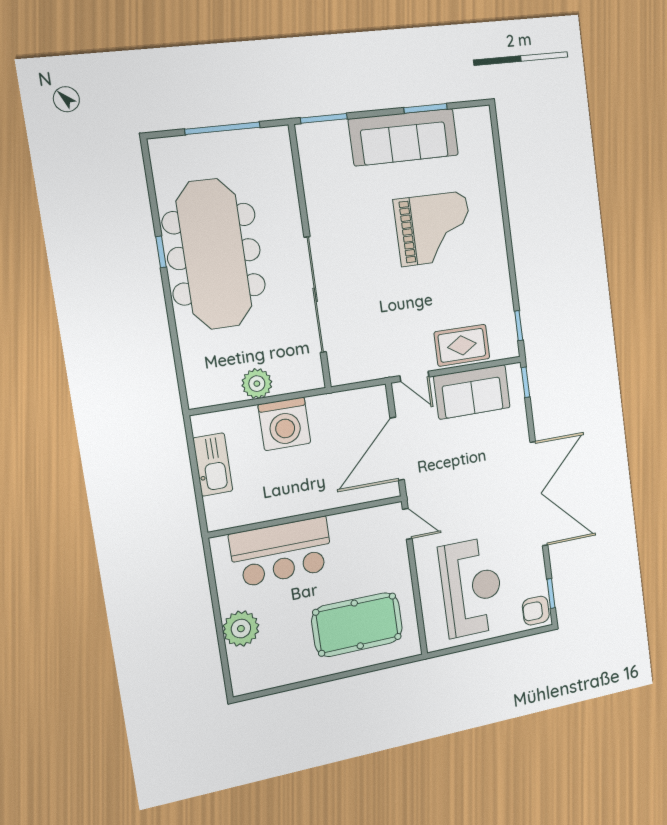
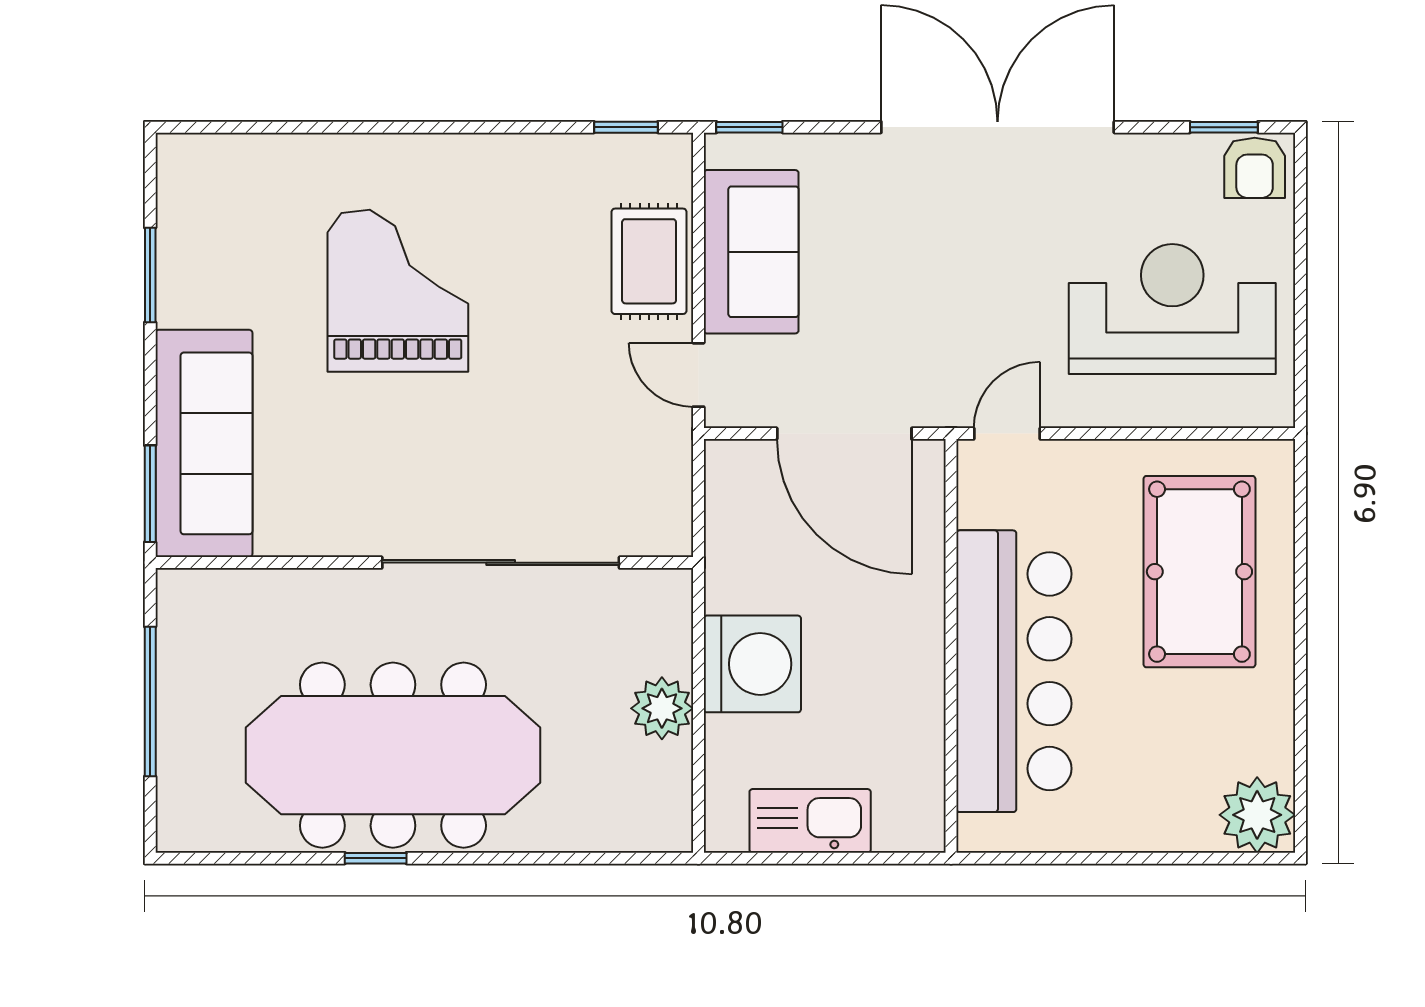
sofa: (404, 137) -> (204, 443), moved
door: (414, 376) -> (698, 375), swing flipped
bar counter: (281, 552) -> (1014, 671), width x1.36
plant: (241, 629) -> (1257, 815), moved

